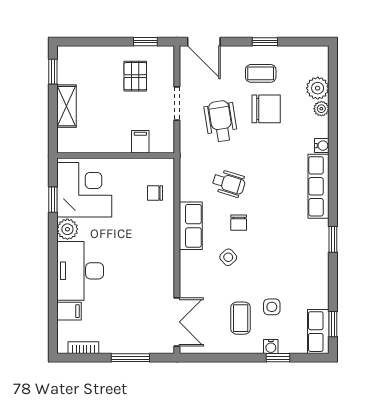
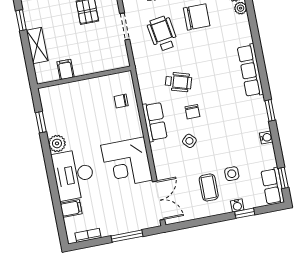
filing cabinet: (140, 142) -> (65, 69), moved
water cooler: (322, 146) -> (266, 137), moved
corner desk: (84, 190) -> (127, 163), moved, turned 180

